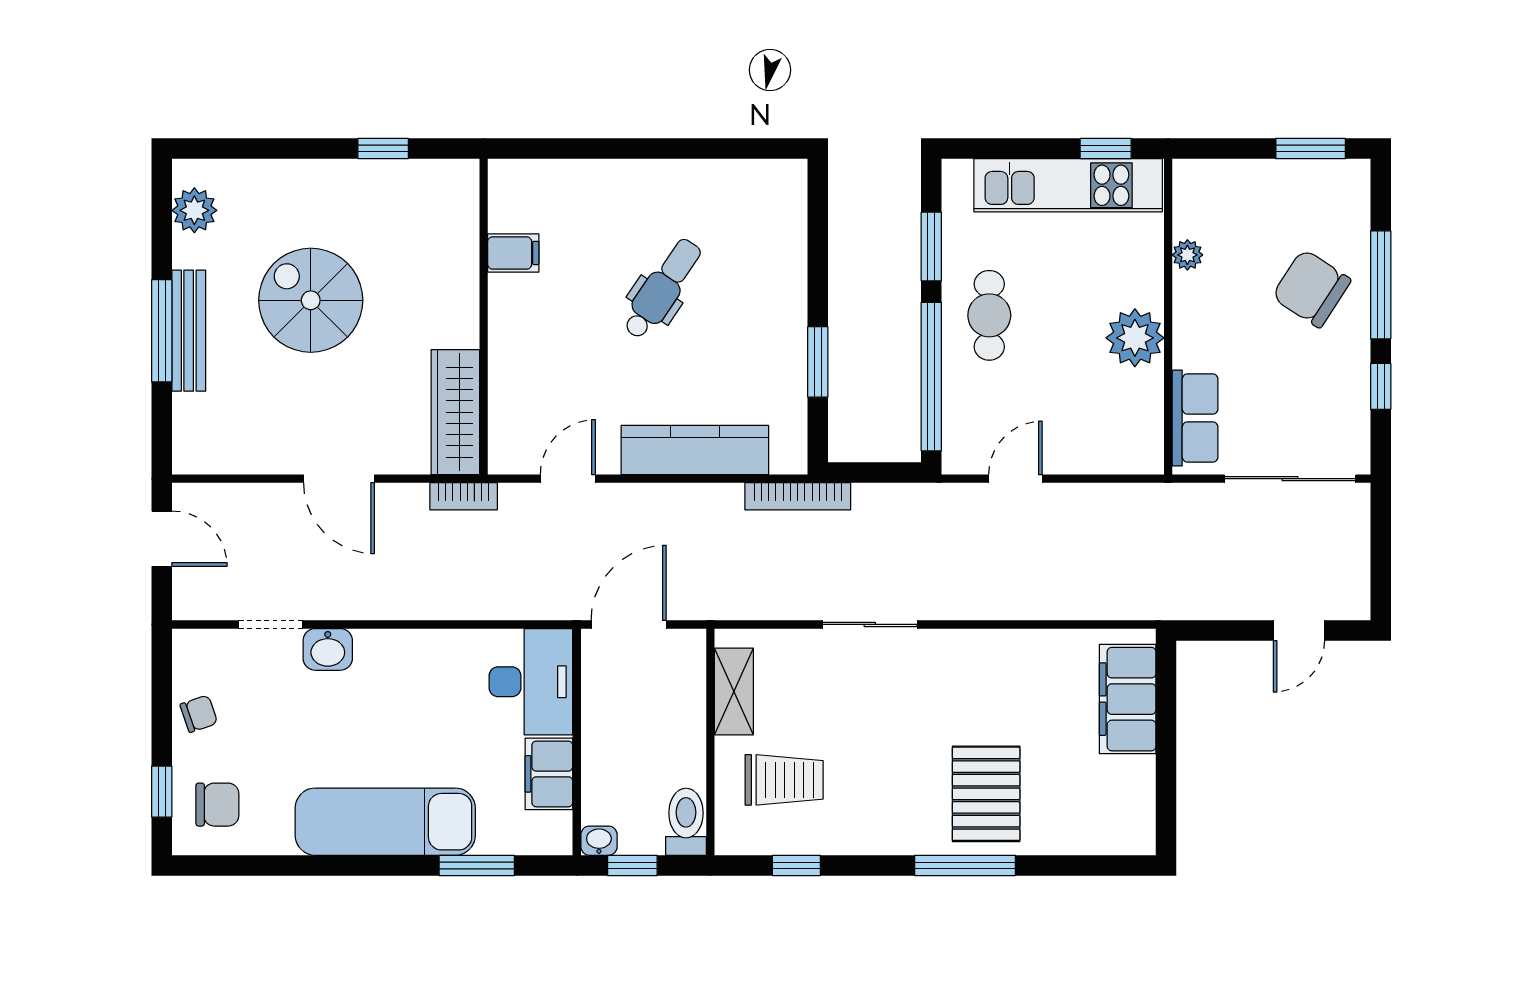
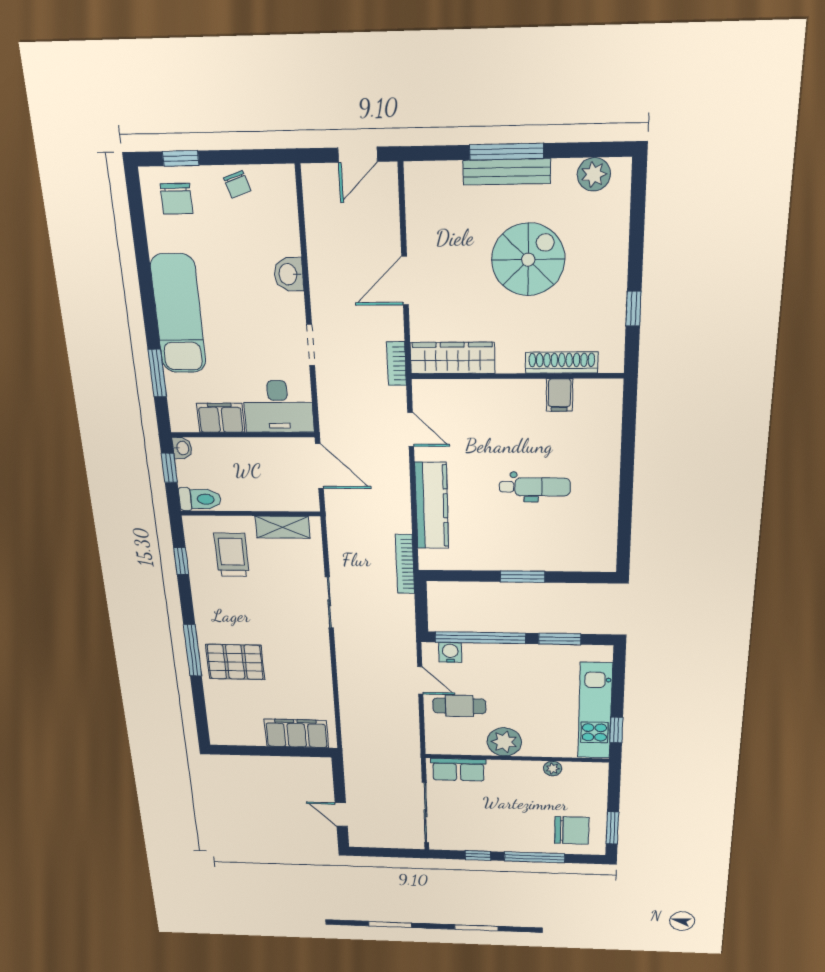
shoe rack: (463, 250) -> (562, 363), added
chair: (1311, 288) -> (572, 830), moved, turned 57
dental chair: (662, 289) -> (535, 487), turned -34
cafe table: (989, 315) -> (459, 706), moved
window: (818, 362) -> (523, 577), moved
water cooler: (960, 427) -> (450, 652), added
doorway: (270, 624) -> (311, 345), moved
trolley: (784, 780) -> (232, 555), turned 180

